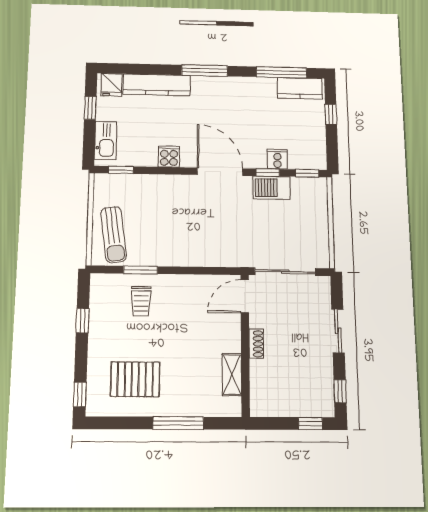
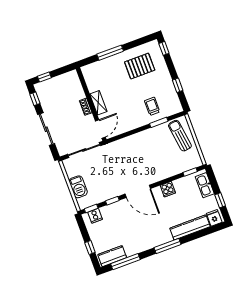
cooker: (277, 159) -> (95, 216), moved
barbecue: (272, 188) -> (78, 187), moved, turned 90
sliding door: (338, 331) -> (46, 129), width x1.37
shelving: (232, 375) -> (98, 103), moved

